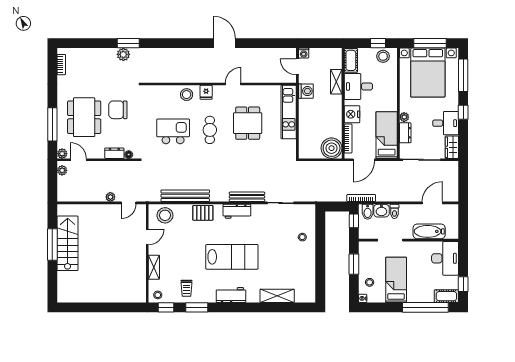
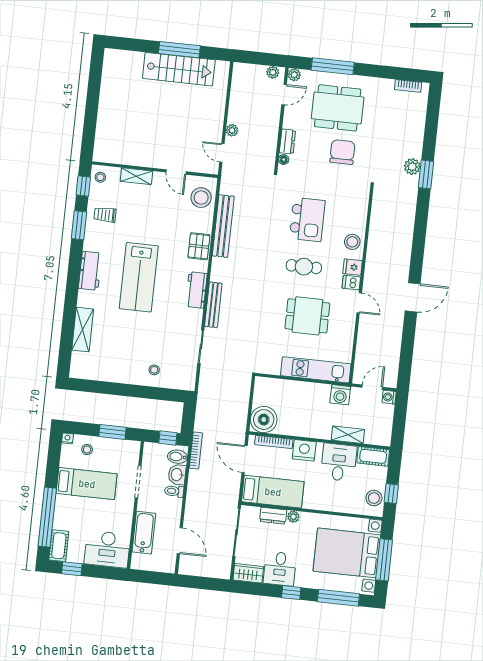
dishwasher: (218, 92) -> (351, 283), added

